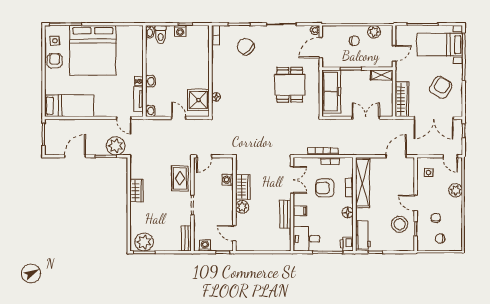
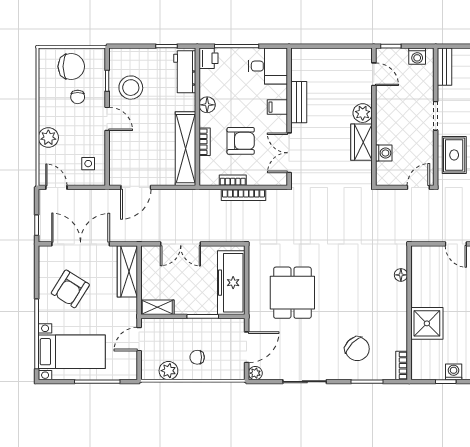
shower: (198, 100) -> (427, 323), moved
chair: (440, 239) -> (71, 66), width x1.87, depth x1.87

